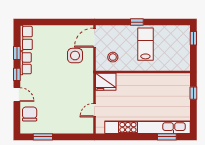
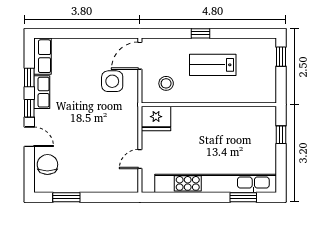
lab bench: (145, 44) -> (213, 65), turned -90

